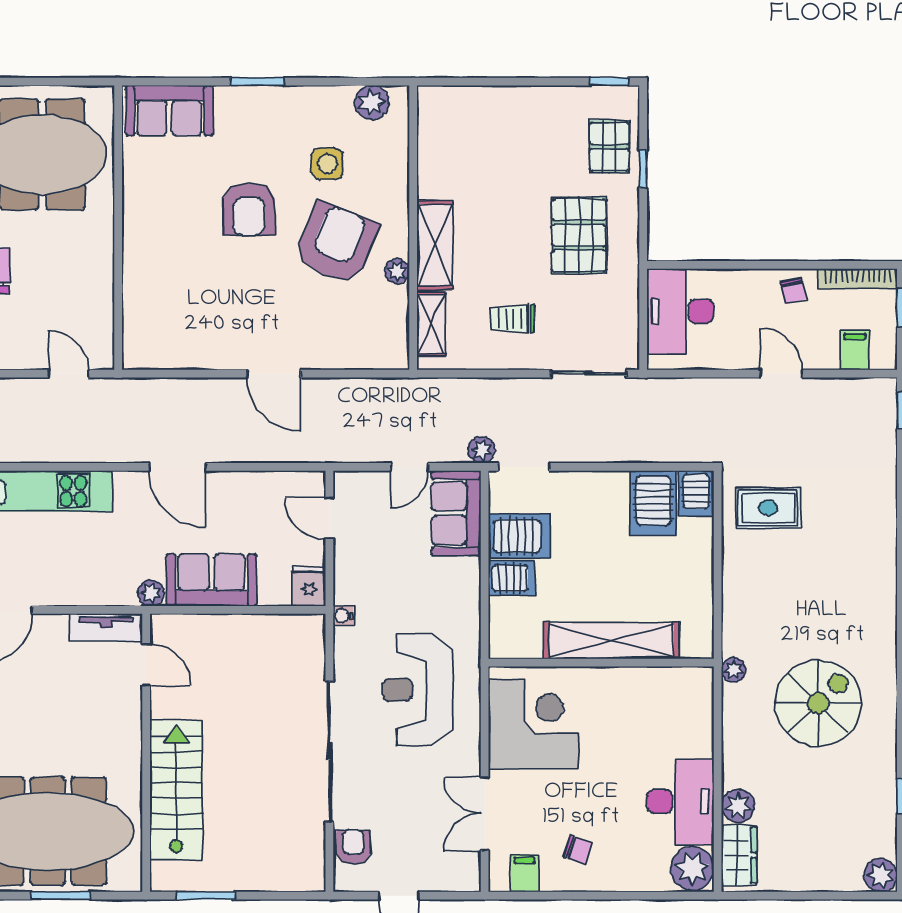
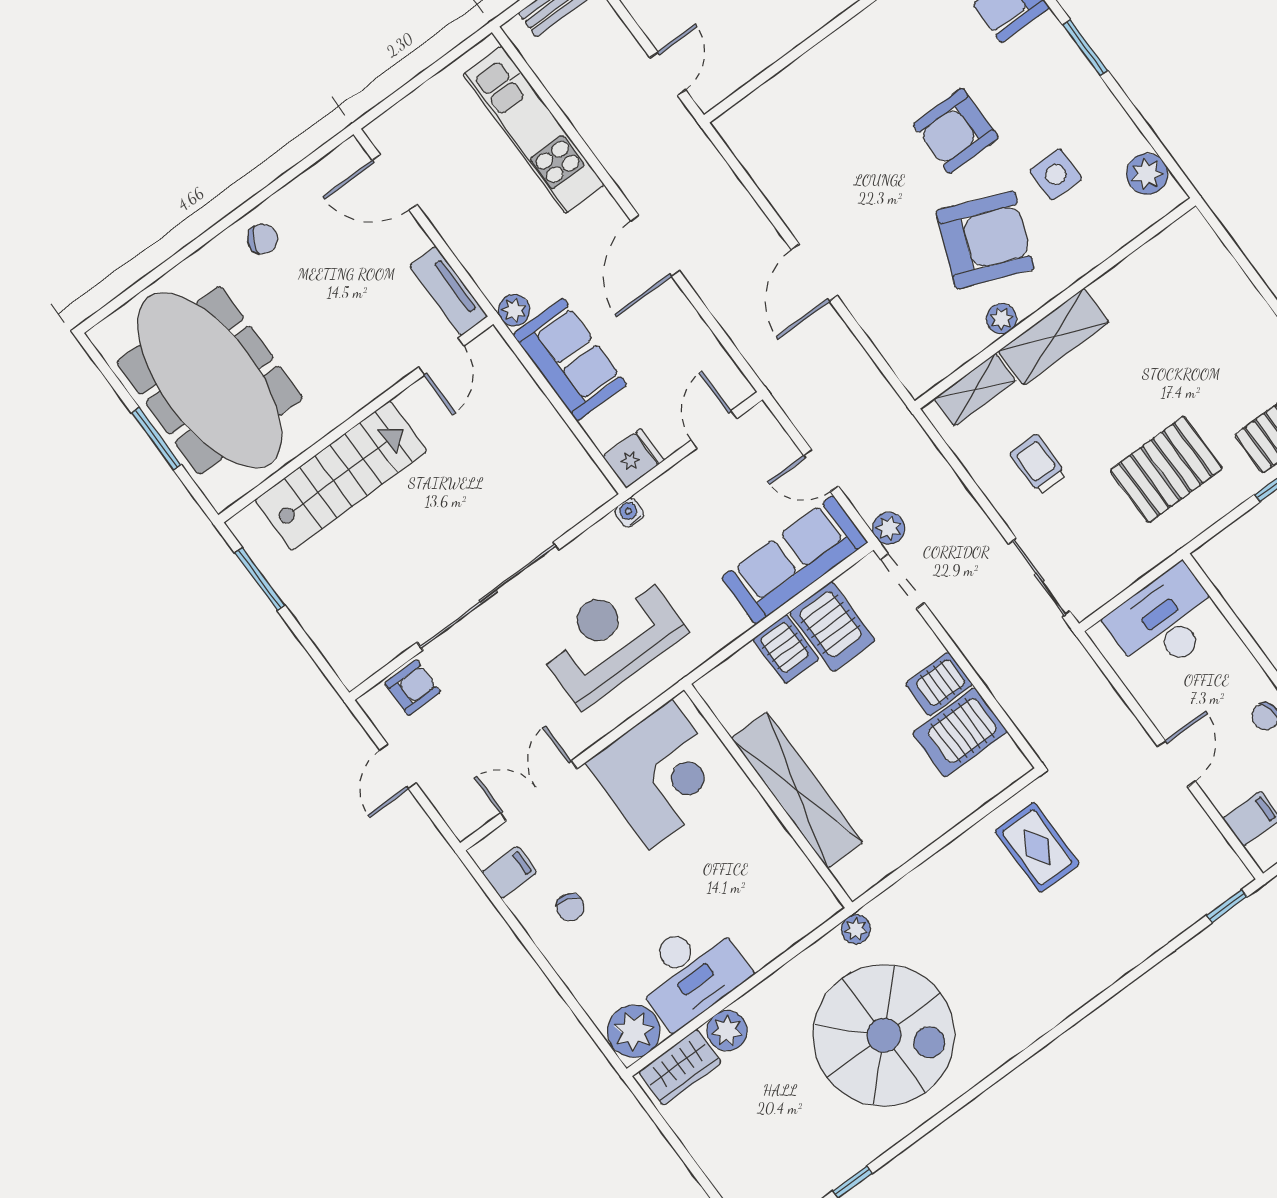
server rack: (696, 493) -> (939, 684), moved
sofa: (456, 513) -> (794, 560), width x1.36
spiral stairs: (818, 703) -> (884, 1035), width x1.37, depth x1.37

